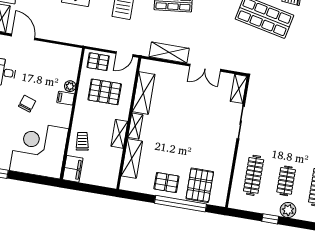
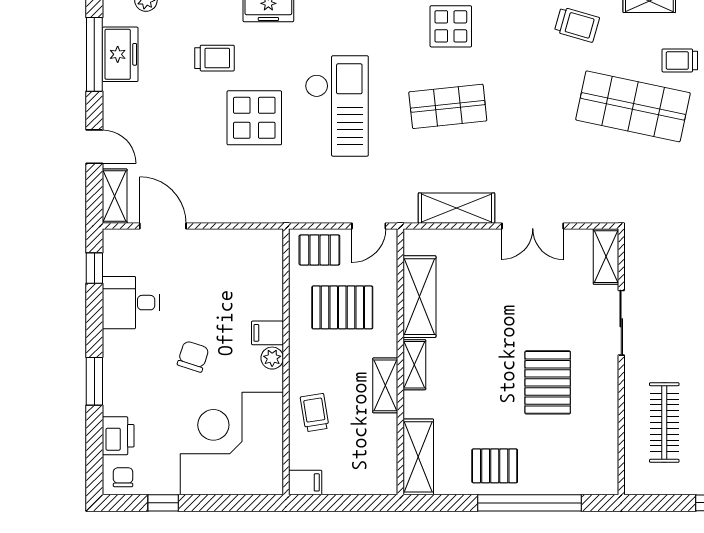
plant: (70, 86) -> (272, 358), moved
shelving: (132, 158) -> (418, 457), moved
filing cabinet: (73, 169) -> (305, 482), width x0.50
pallet: (200, 185) -> (548, 382), moved

